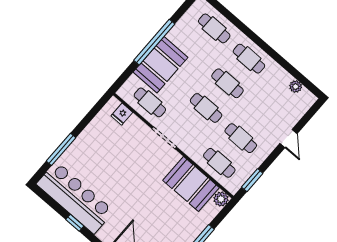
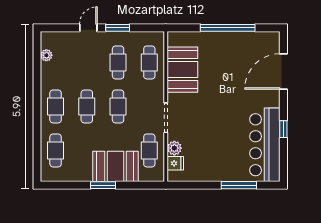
window: (154, 42) -> (103, 185), width x0.47
window: (252, 180) -> (118, 28), moved
plant: (221, 199) -> (174, 148), moved

